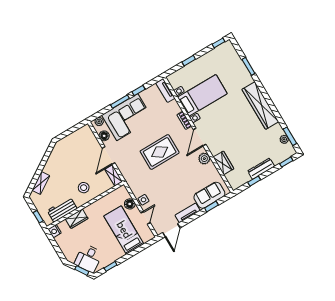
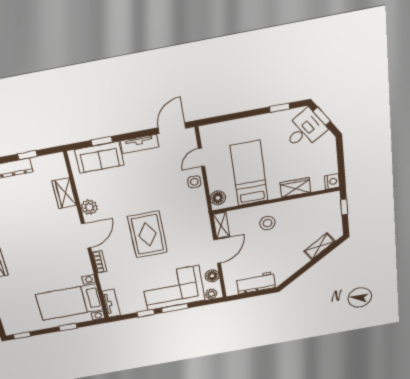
bed with nightstands: (202, 95) -> (69, 302), moved
rug: (160, 152) -> (148, 234), turned 90
floor lamp: (130, 204) -> (218, 198), moved
workbench: (62, 210) -> (256, 283), moved, turned 180
bed: (124, 230) -> (249, 173), moved, turned 180

